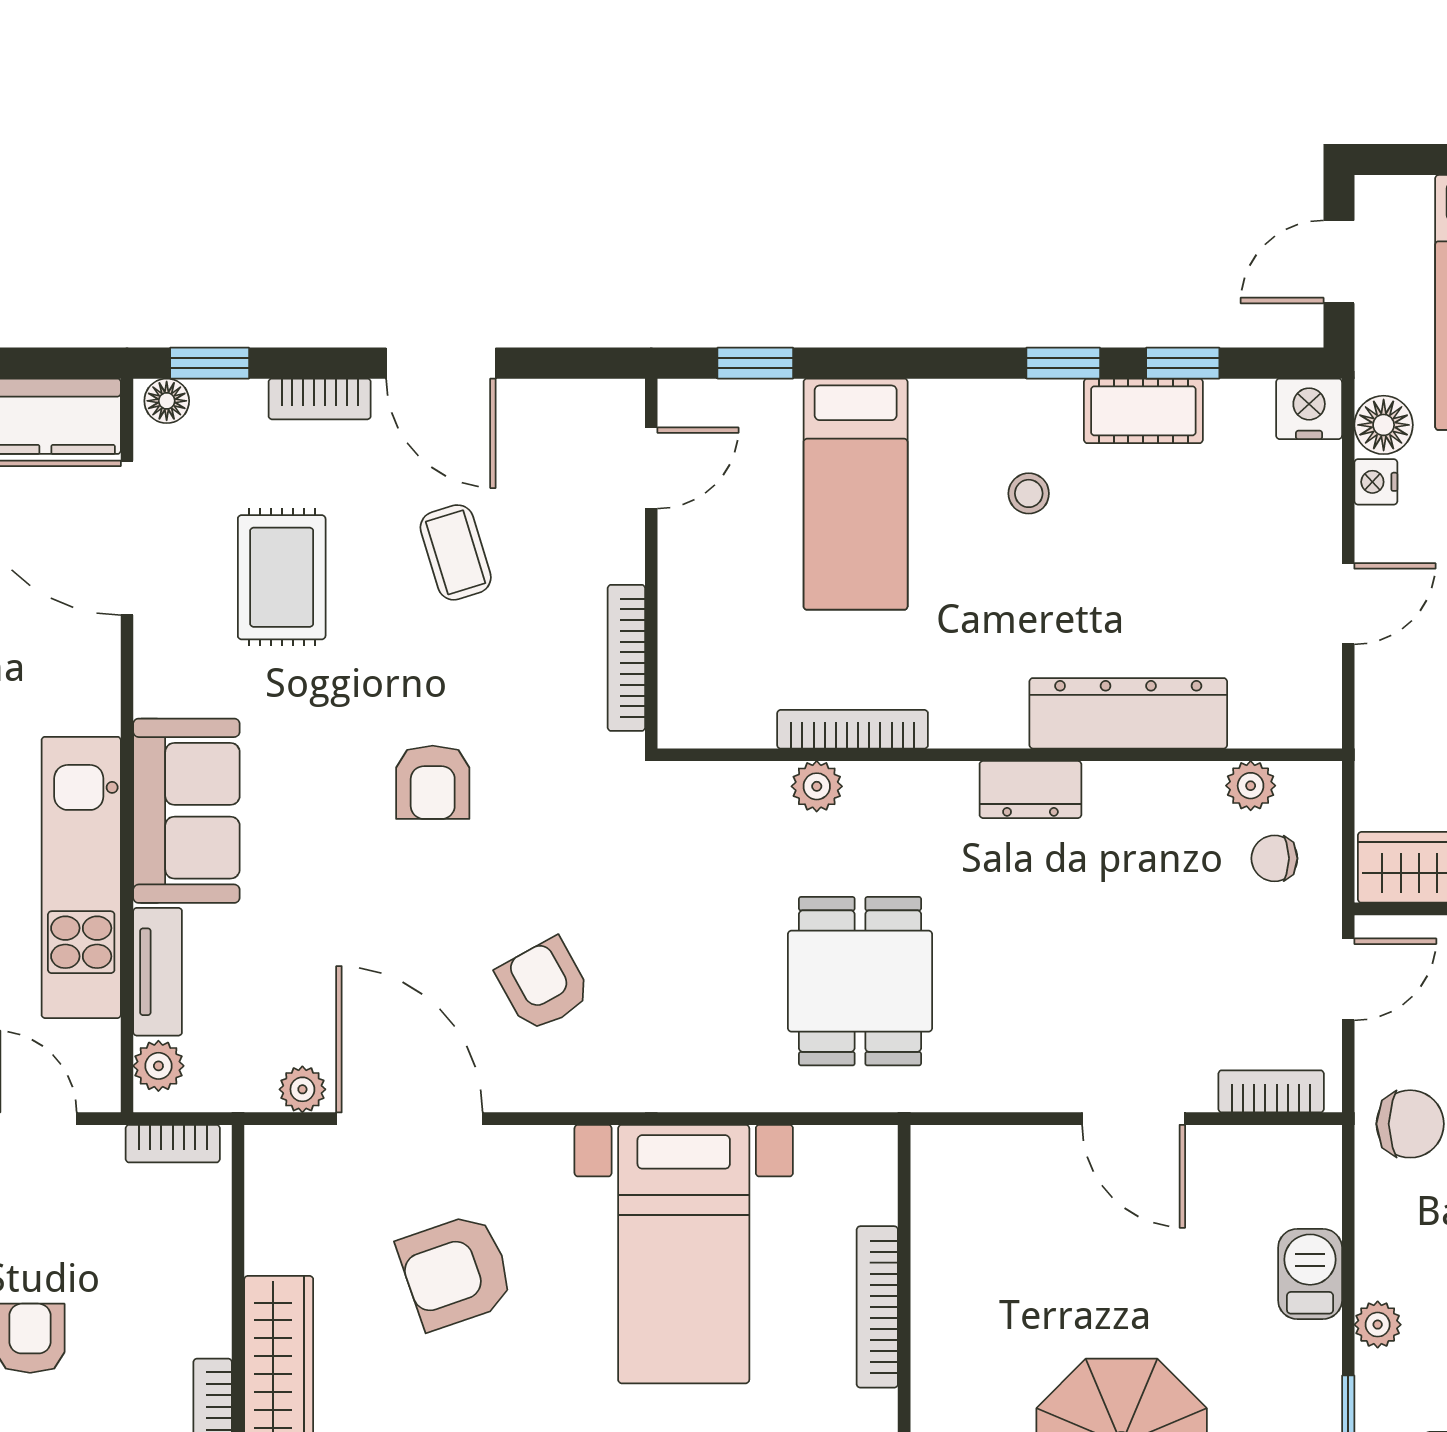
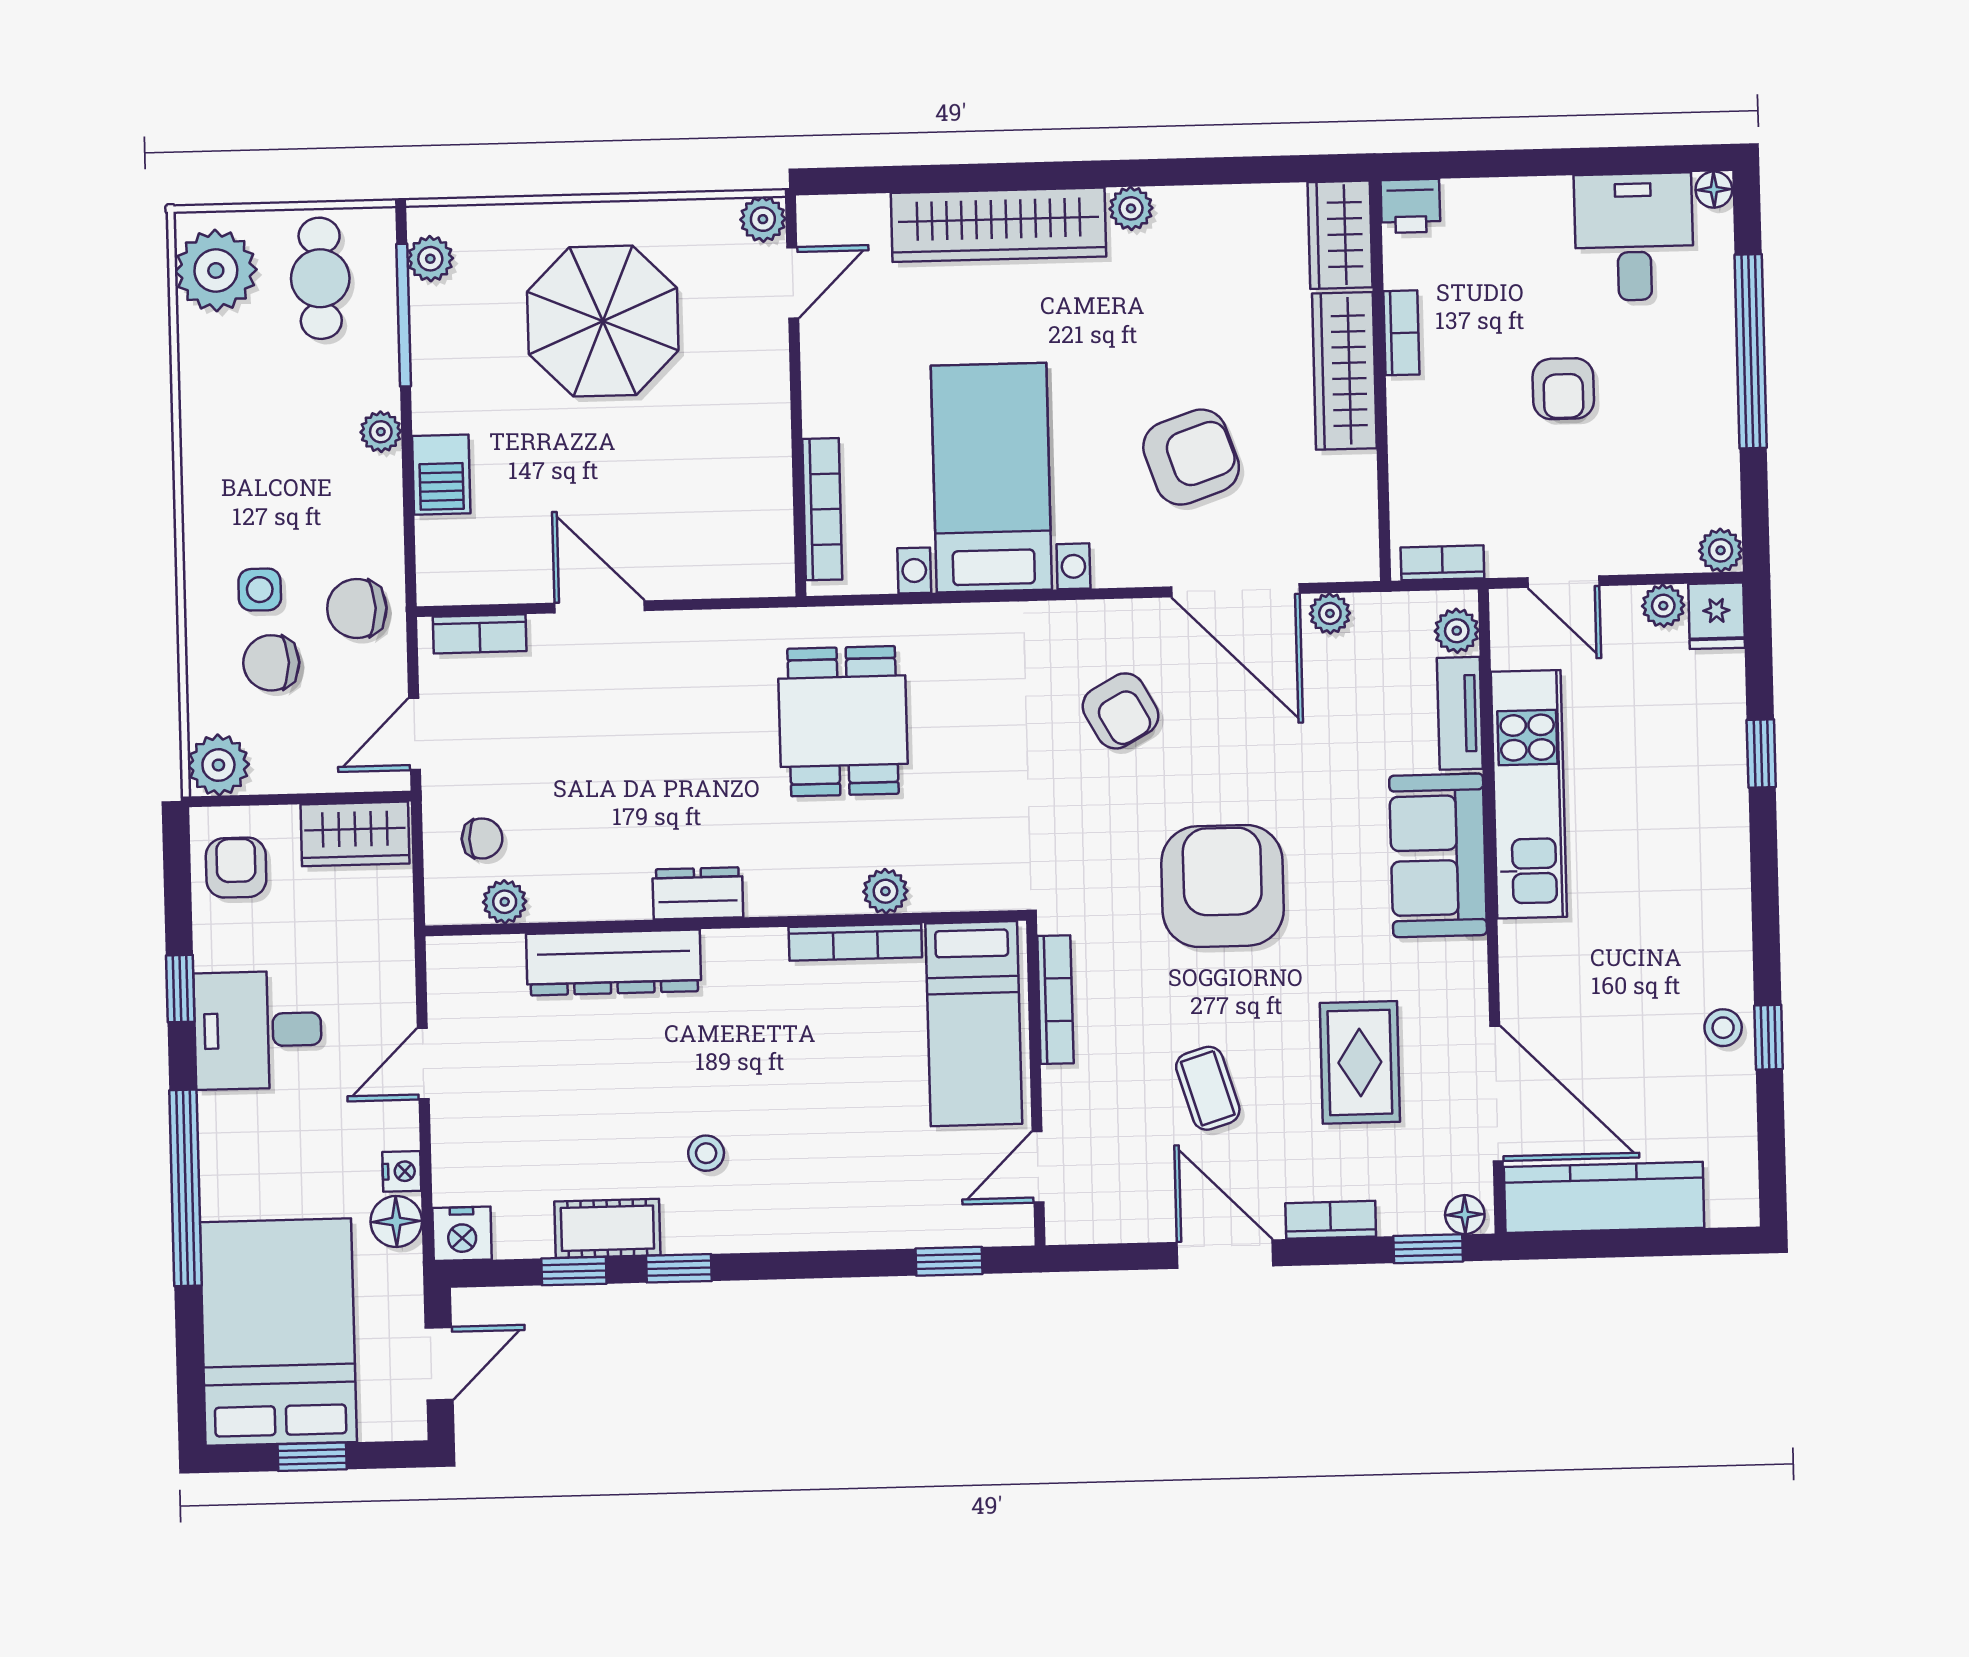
bed: (856, 494) -> (974, 1024), moved, turned 180
armchair: (433, 782) -> (1223, 886), width x1.88, depth x1.88
bookcase: (877, 1307) -> (822, 509), moved

